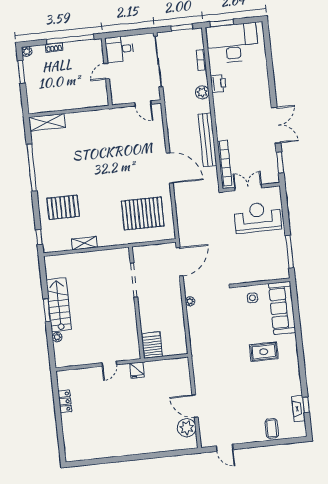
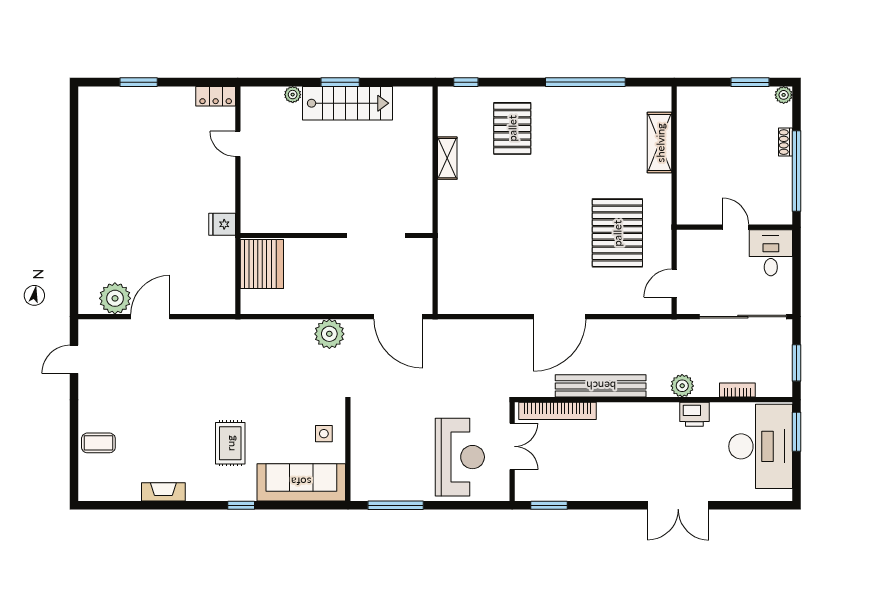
shelving: (47, 122) -> (660, 143), moved
double door: (276, 125) -> (678, 505), moved
pallet: (143, 213) -> (617, 233), moved
plant: (190, 301) -> (329, 334), width x1.88, depth x1.88
server rack: (152, 345) -> (262, 264), width x1.60
door: (109, 364) -> (238, 144), moved
locker: (65, 401) -> (216, 96), moved
window: (306, 405) -> (241, 505), moved
fireplace: (298, 409) -> (163, 492), moved
window: (59, 427) -> (139, 82), added

